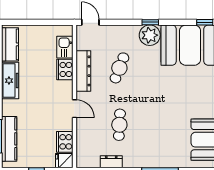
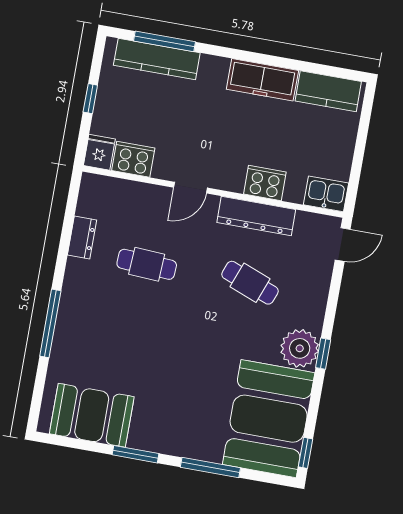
kitchen sink: (65, 47) -> (326, 194), moved

